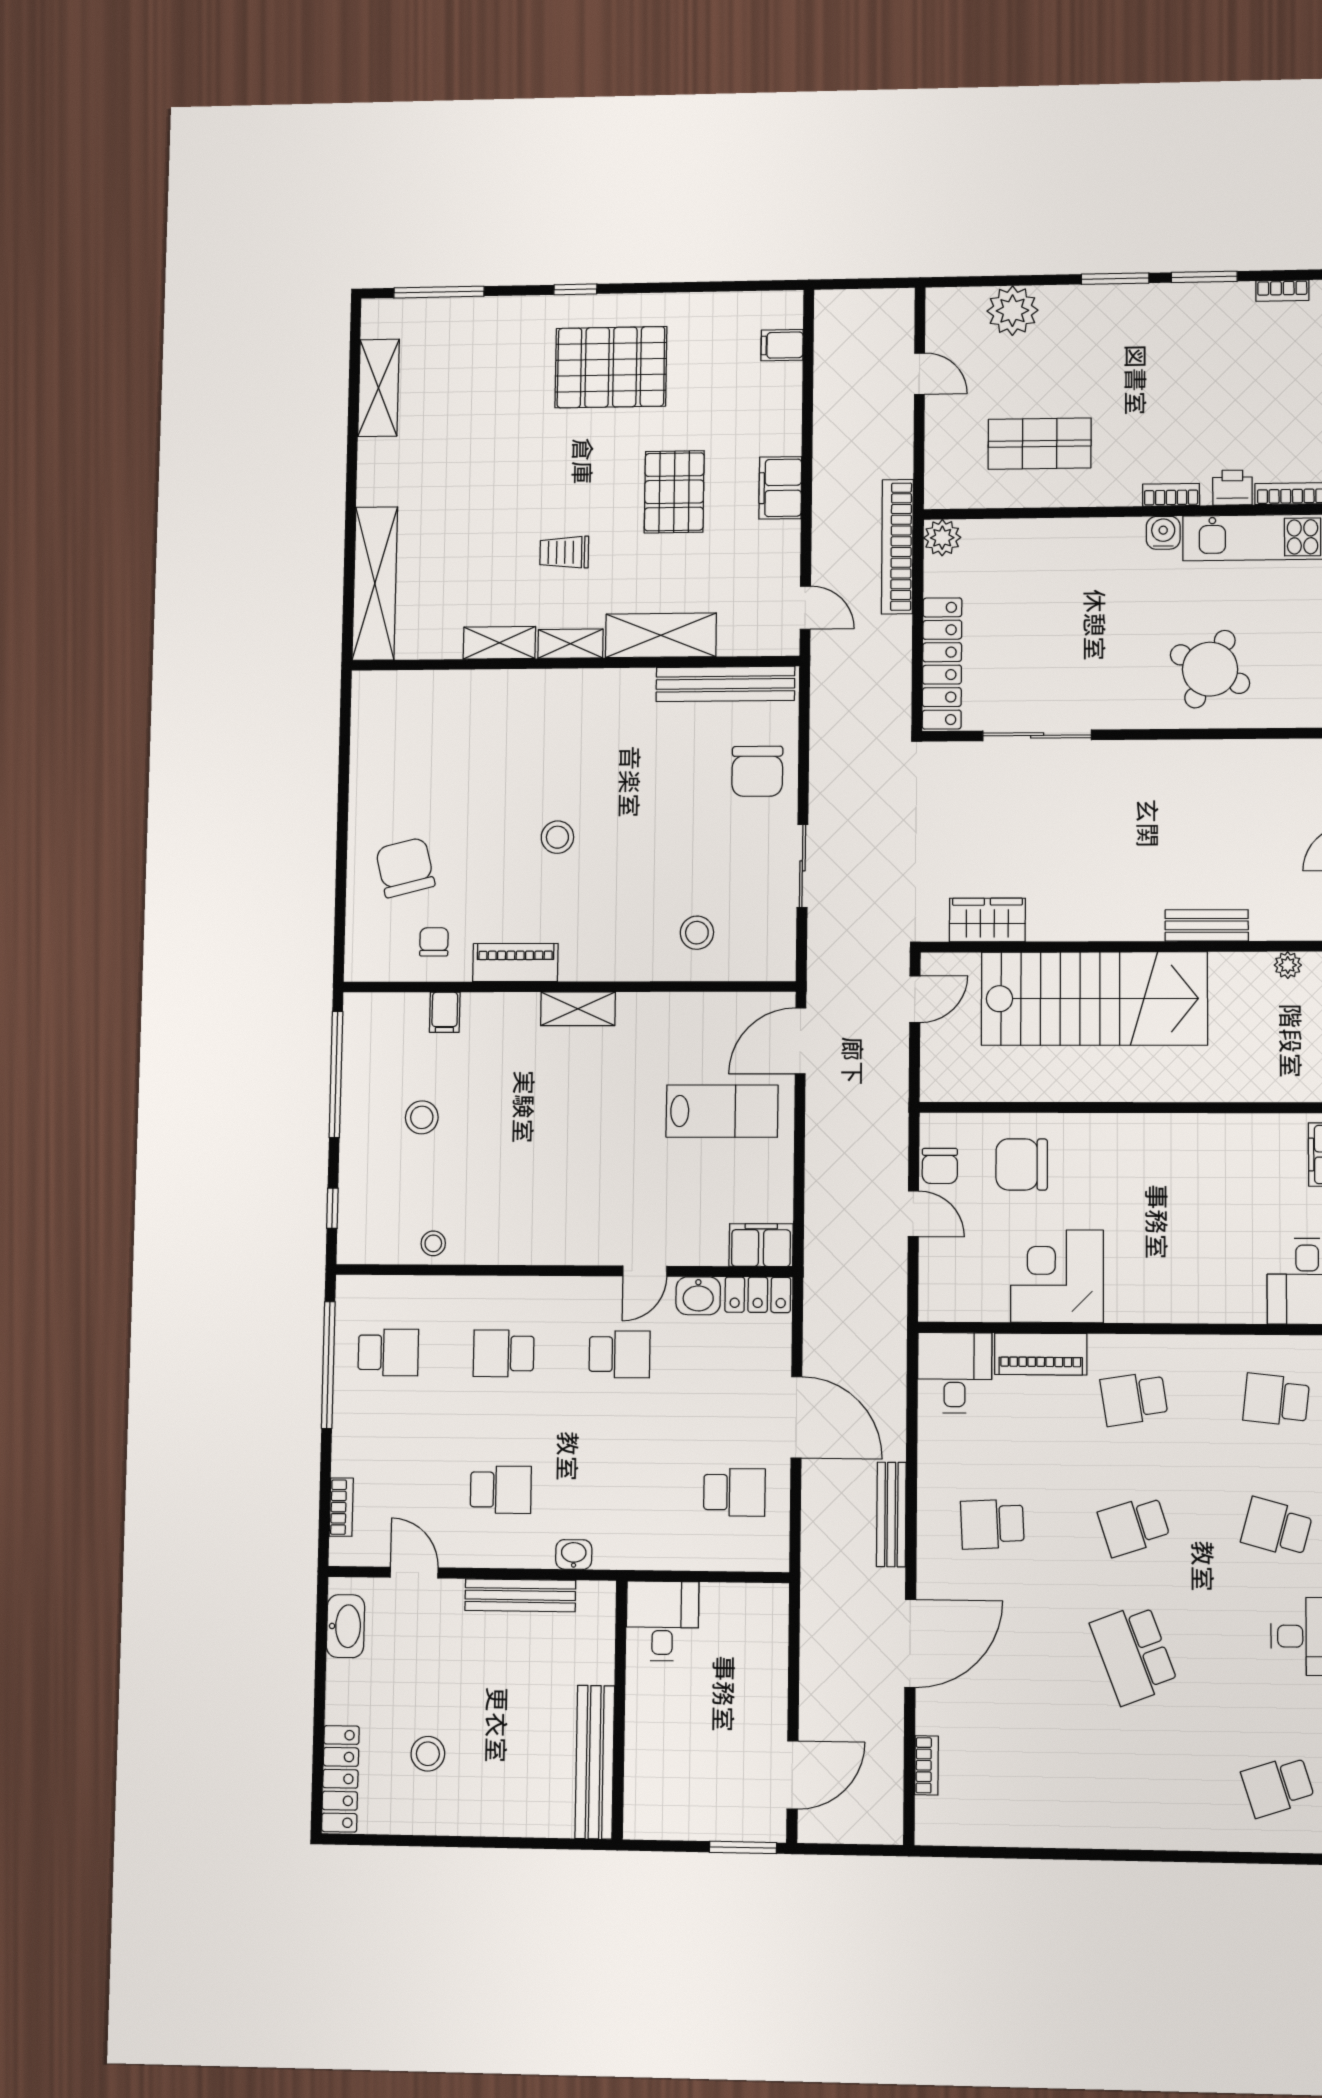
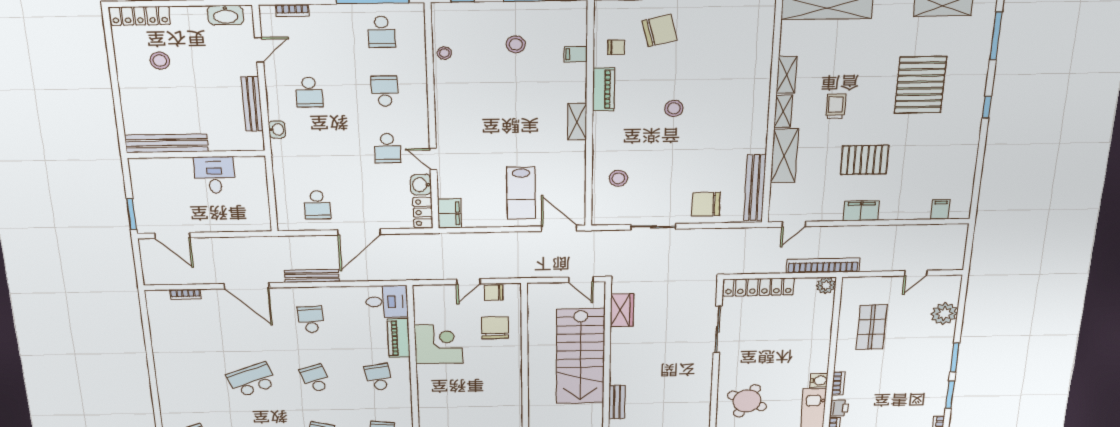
pallet: (611, 367) -> (920, 85), moved
desk: (662, 1621) -> (214, 175), moved, turned -90

